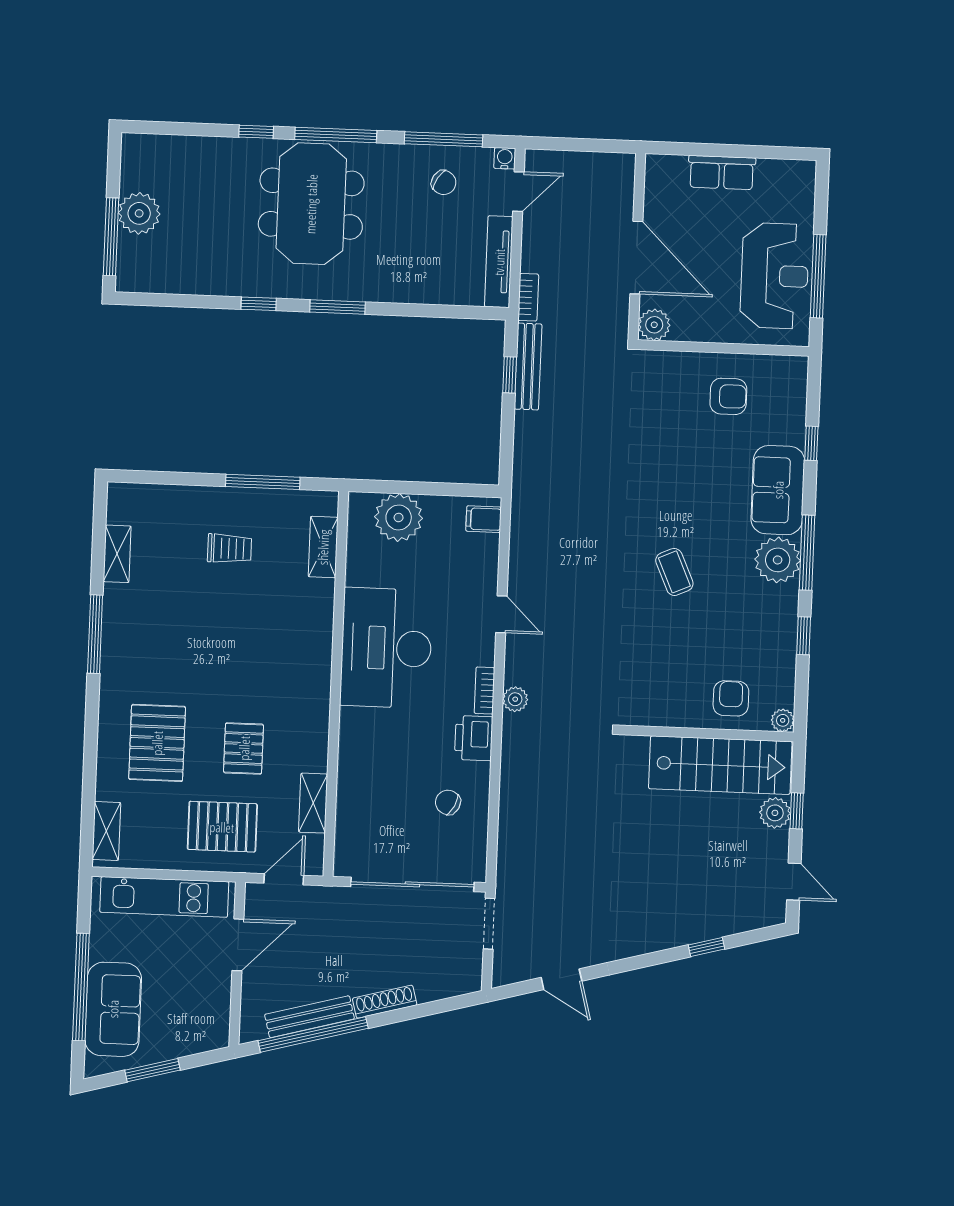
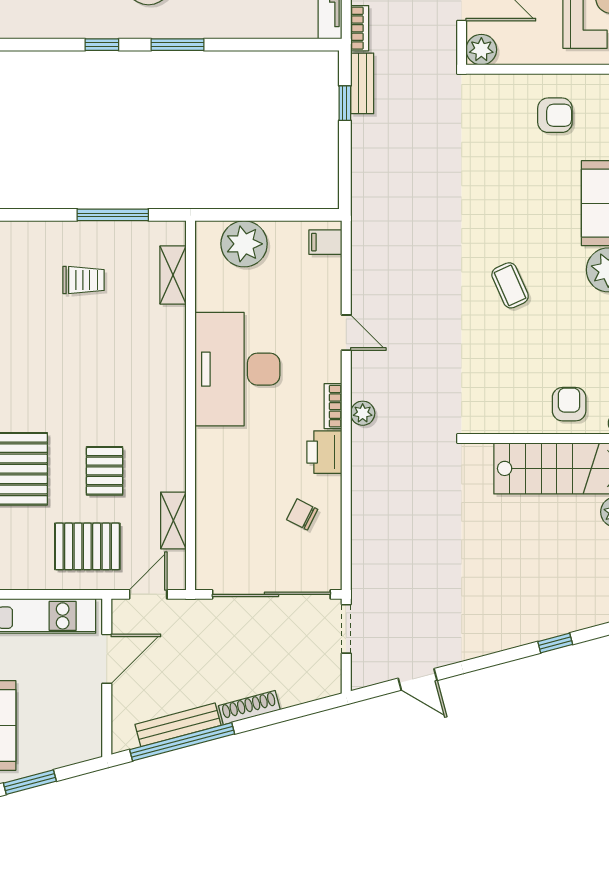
bench: (528, 367) -> (362, 83), width x0.73

